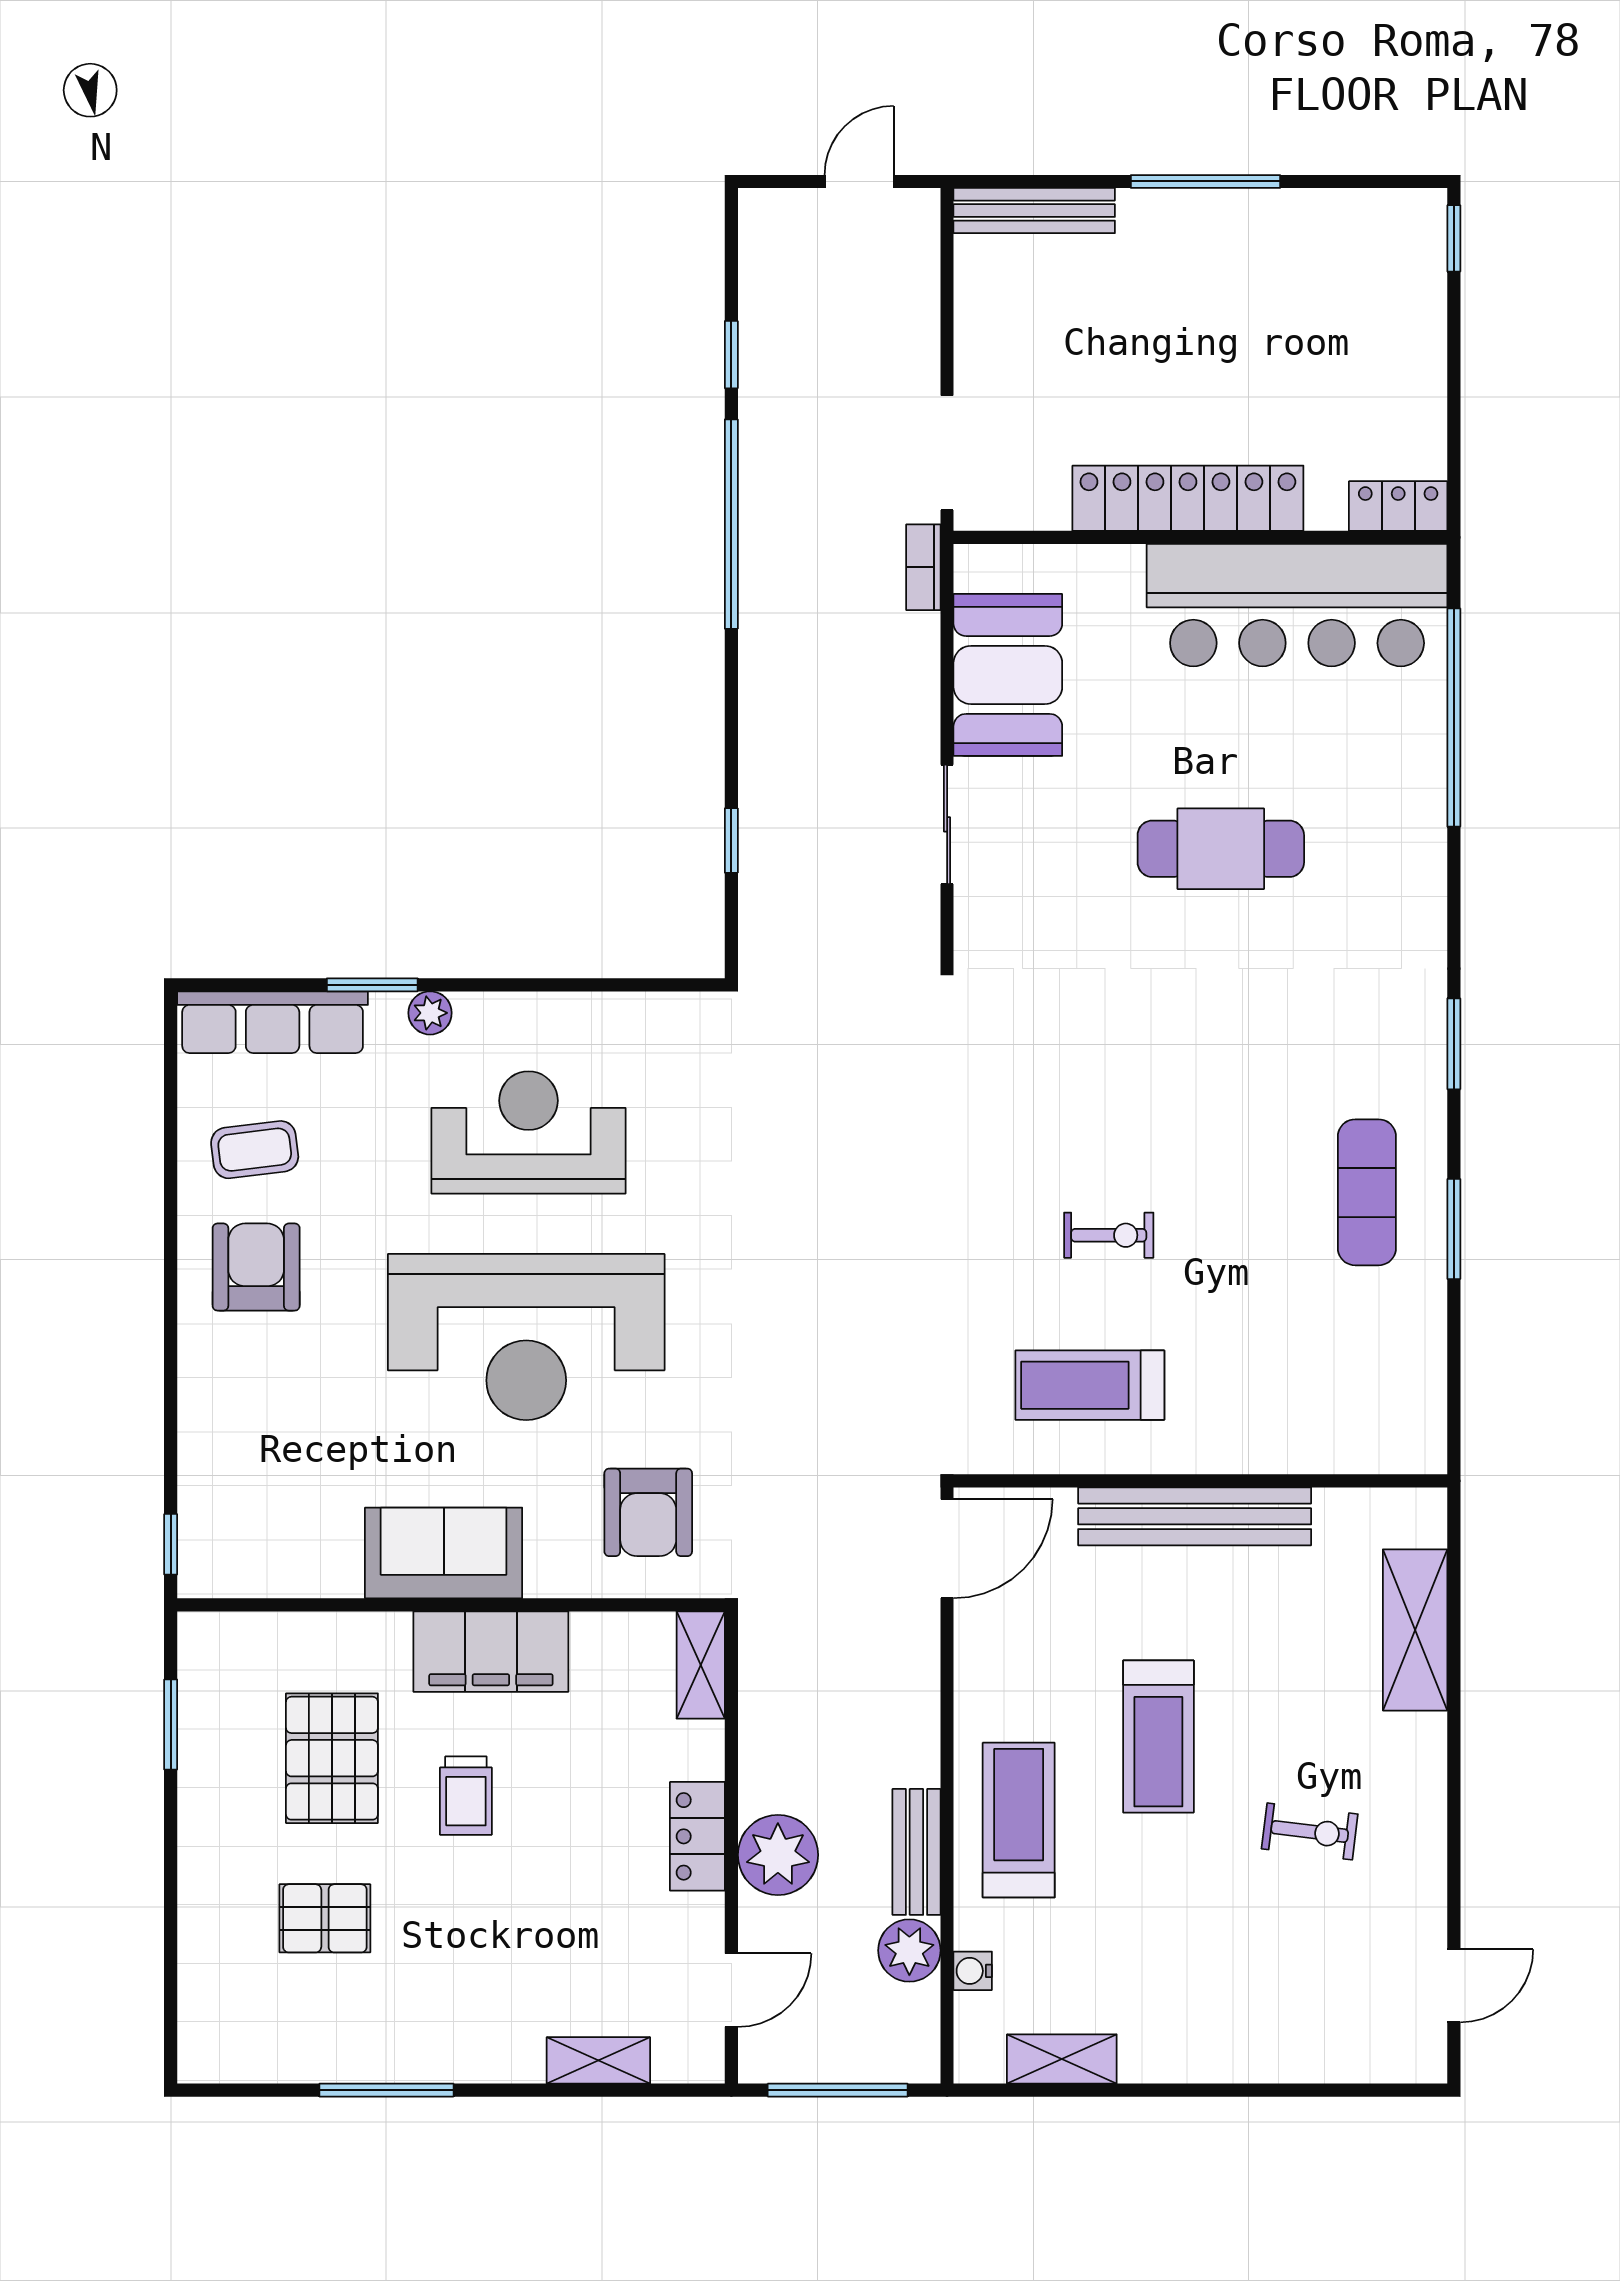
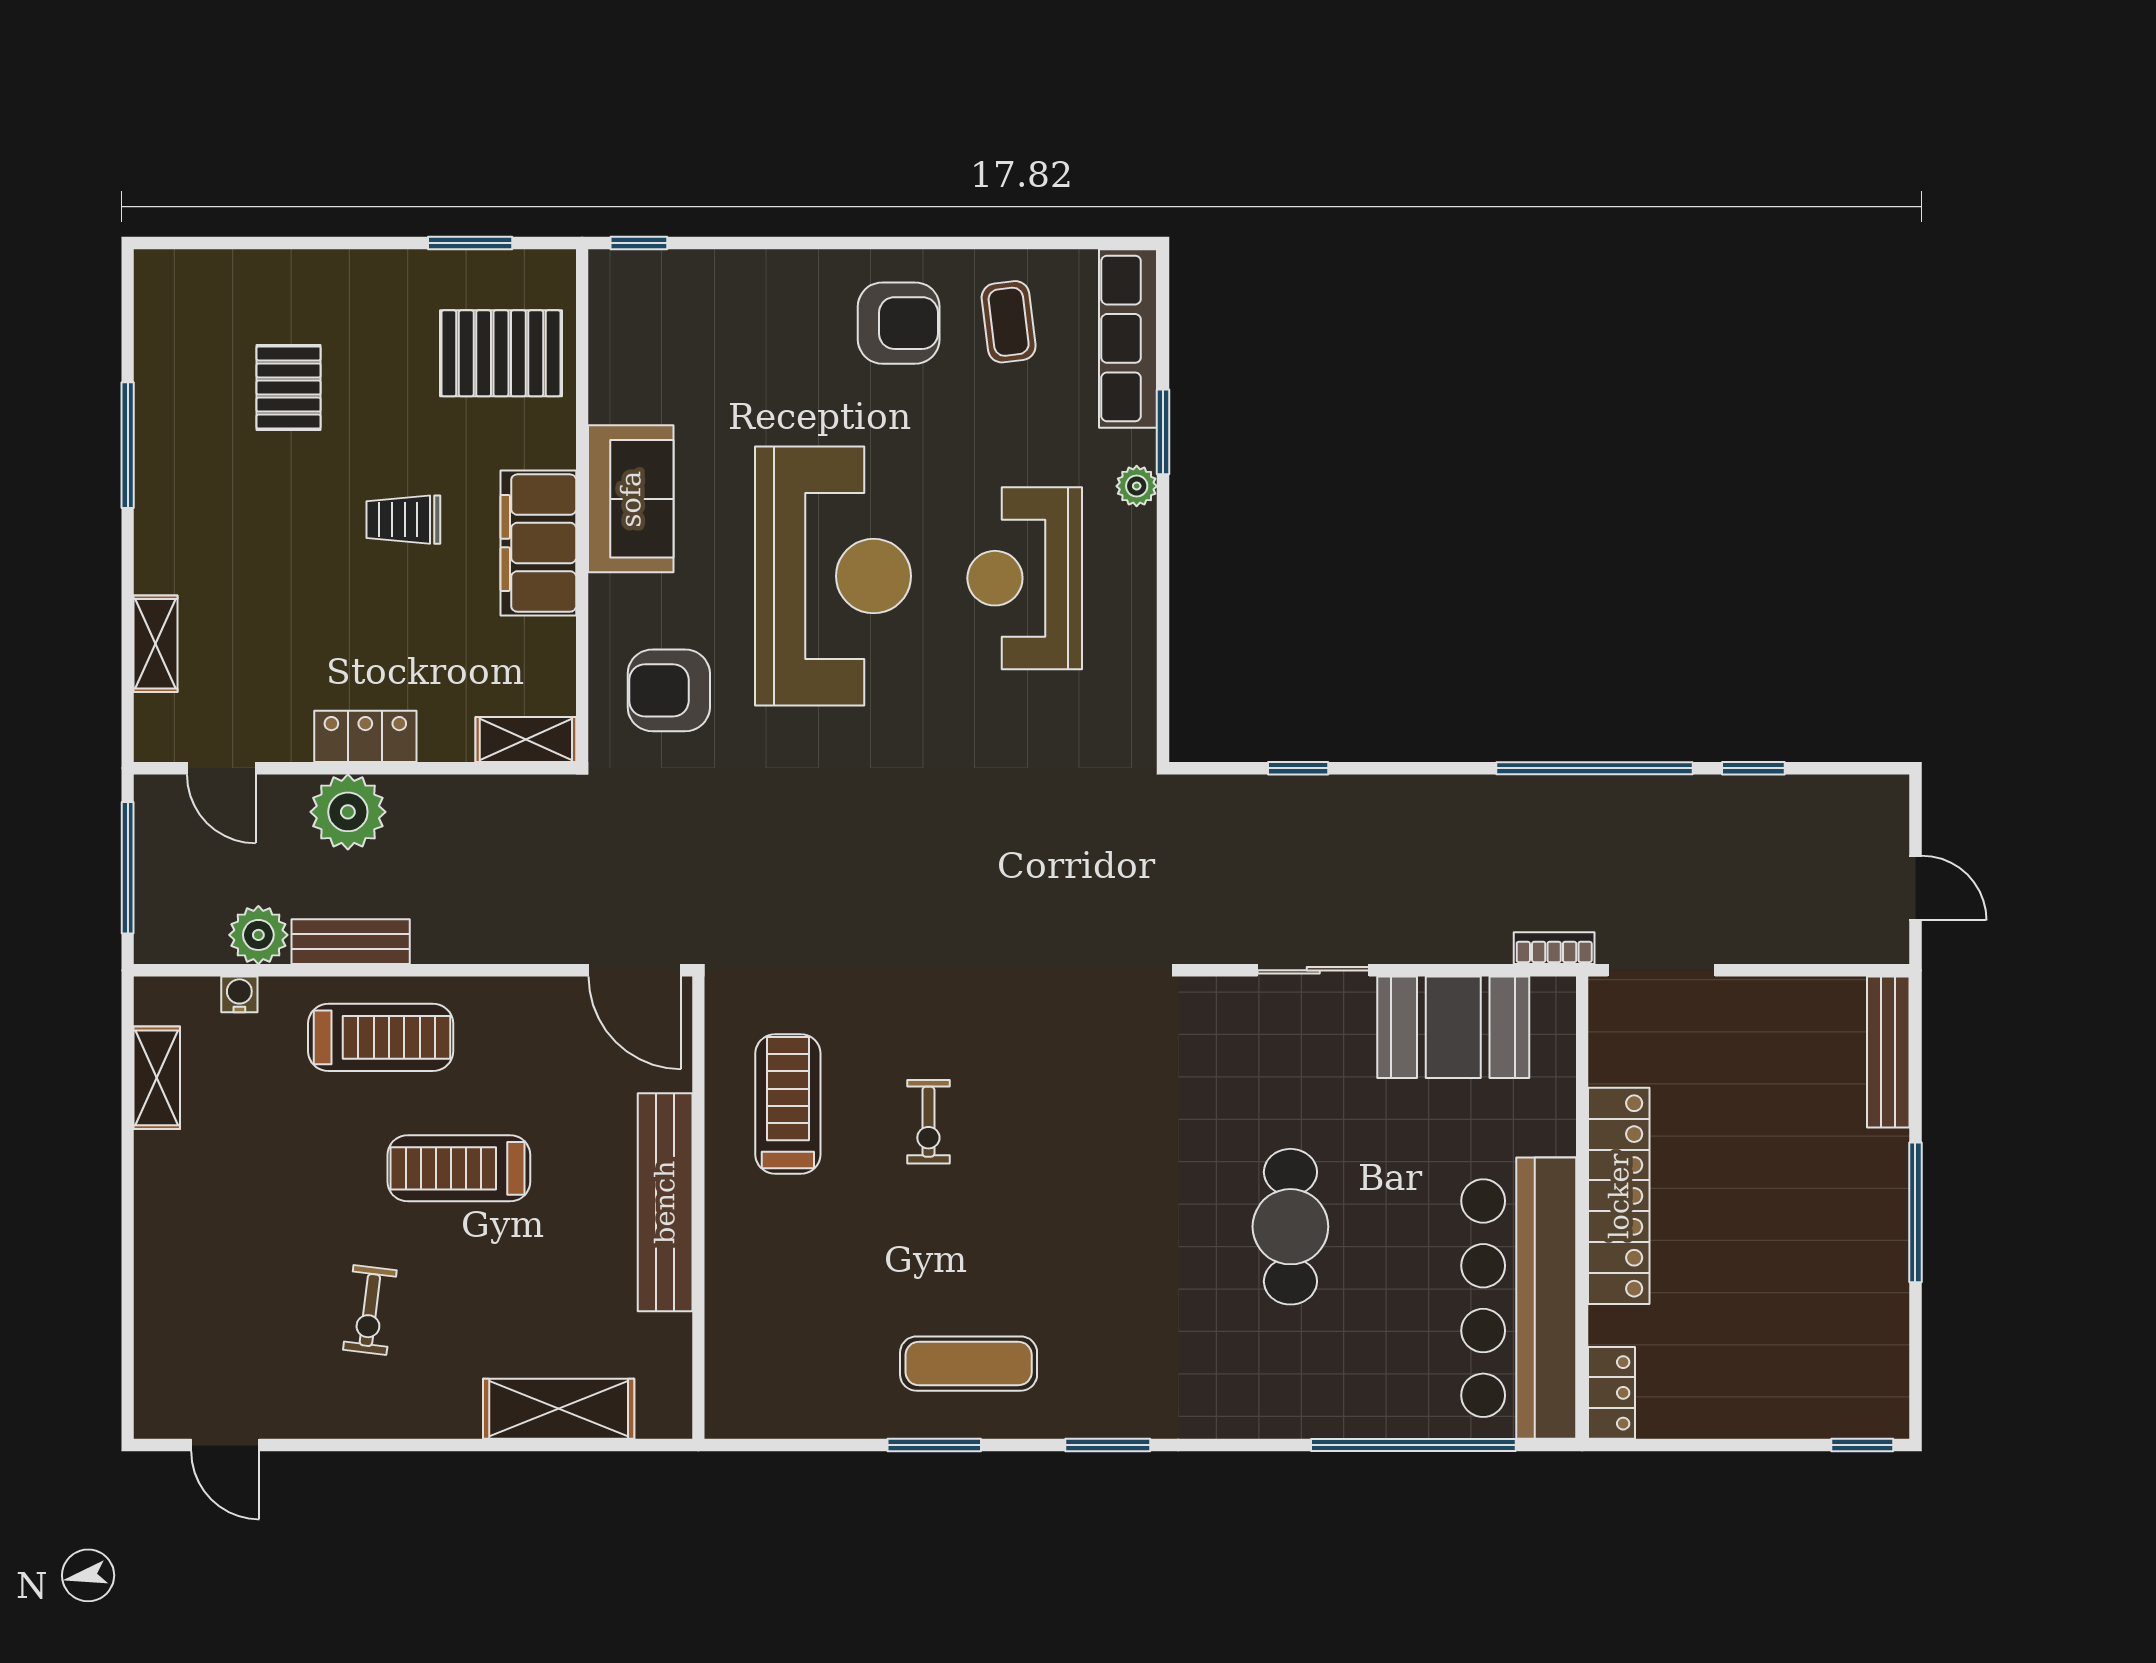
reception desk: (528, 1132) -> (1025, 578), turned 180
reception desk: (526, 1337) -> (833, 576), turned 180
pallet: (332, 1758) -> (501, 353), moved

